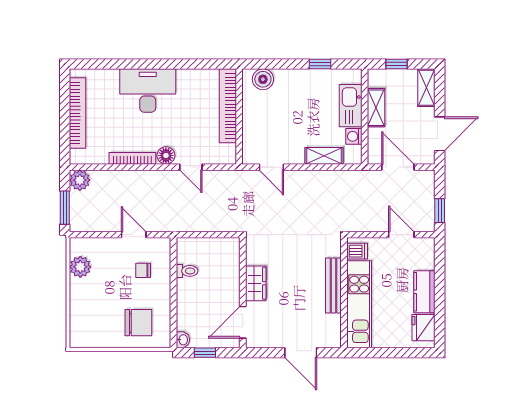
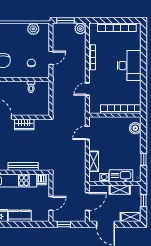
floor lamp: (166, 155) -> (94, 75), removed

